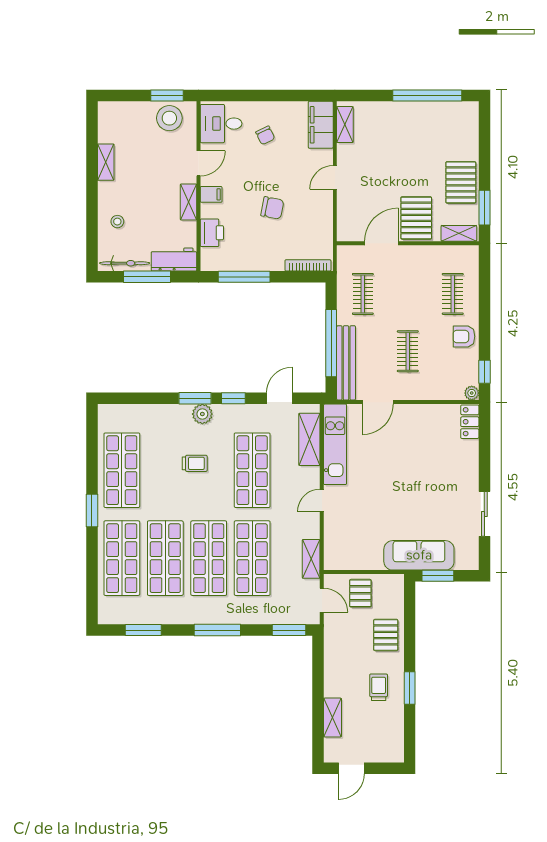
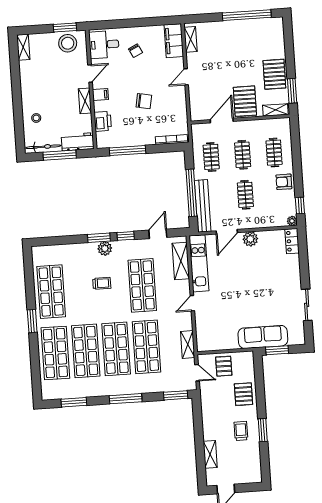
shelving: (106, 162) -> (23, 47), moved
clothes rail: (408, 294) -> (243, 155), added
plant: (411, 415) -> (250, 239), added

